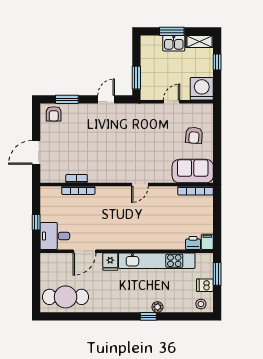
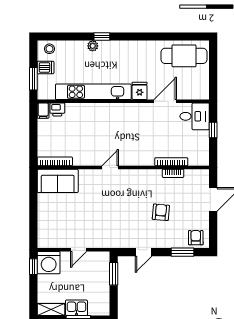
window: (217, 62) -> (33, 267), moved
armchair: (194, 135) -> (161, 212), moved

